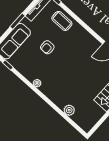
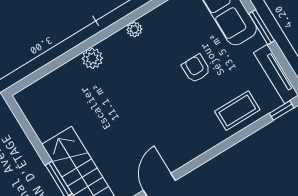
plant: (69, 110) -> (92, 58), moved

